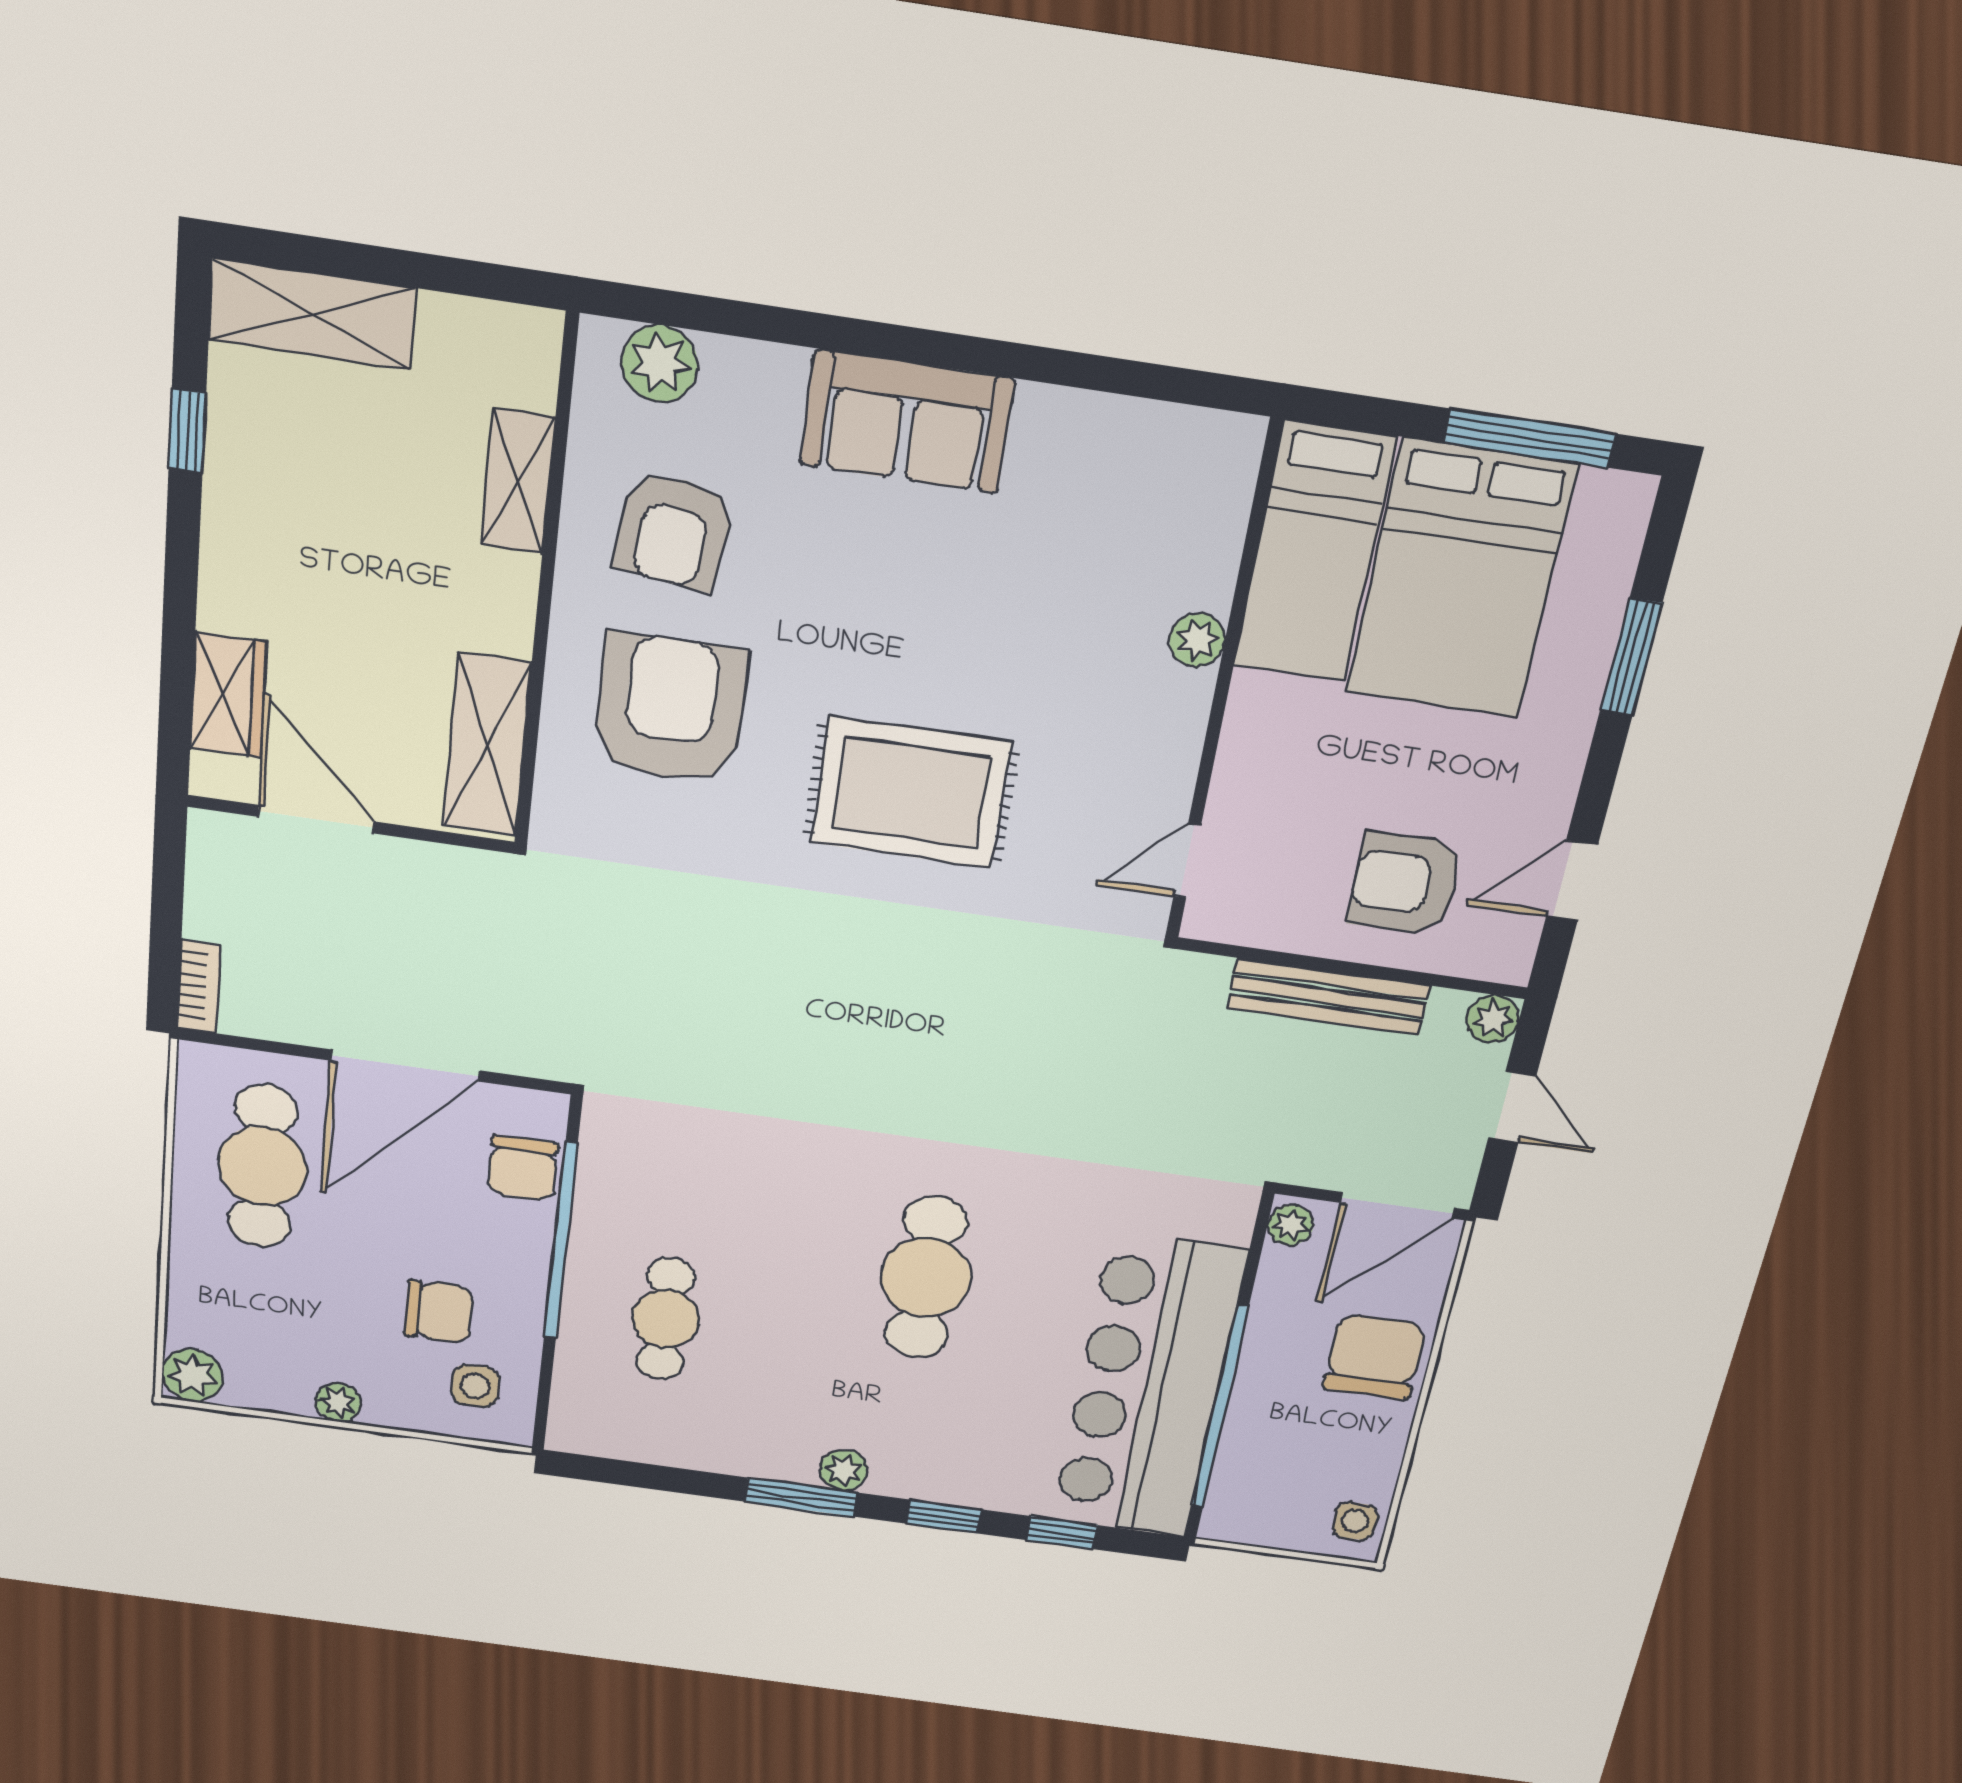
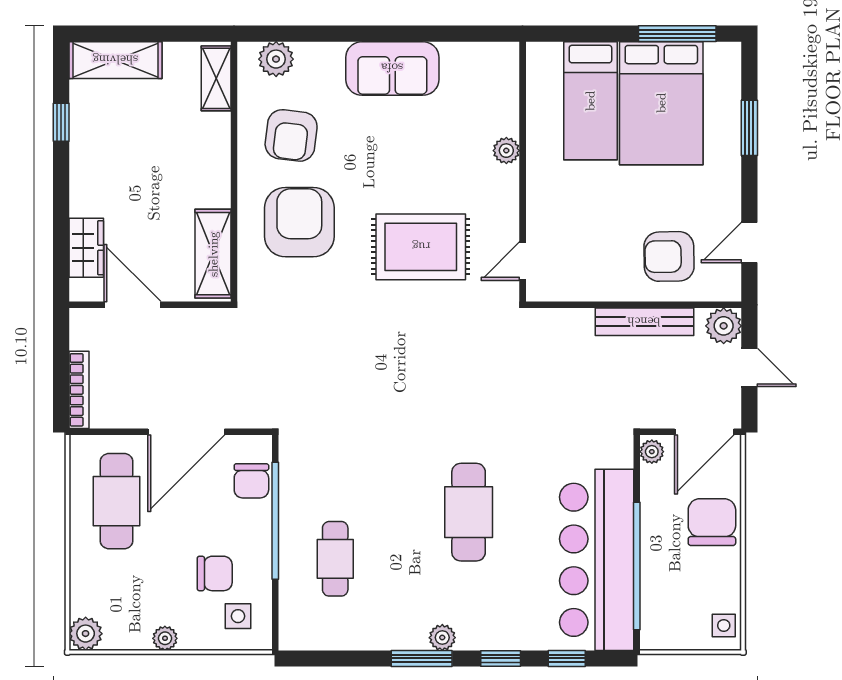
shelving: (518, 481) -> (216, 78), moved
plant: (1197, 640) -> (506, 151), moved
wall: (1222, 687) -> (523, 172), moved
door: (1187, 861) -> (523, 261), moved
bookcase: (199, 986) -> (79, 390), width x1.56
plant: (1493, 1019) -> (724, 326), width x1.38, depth x1.38

